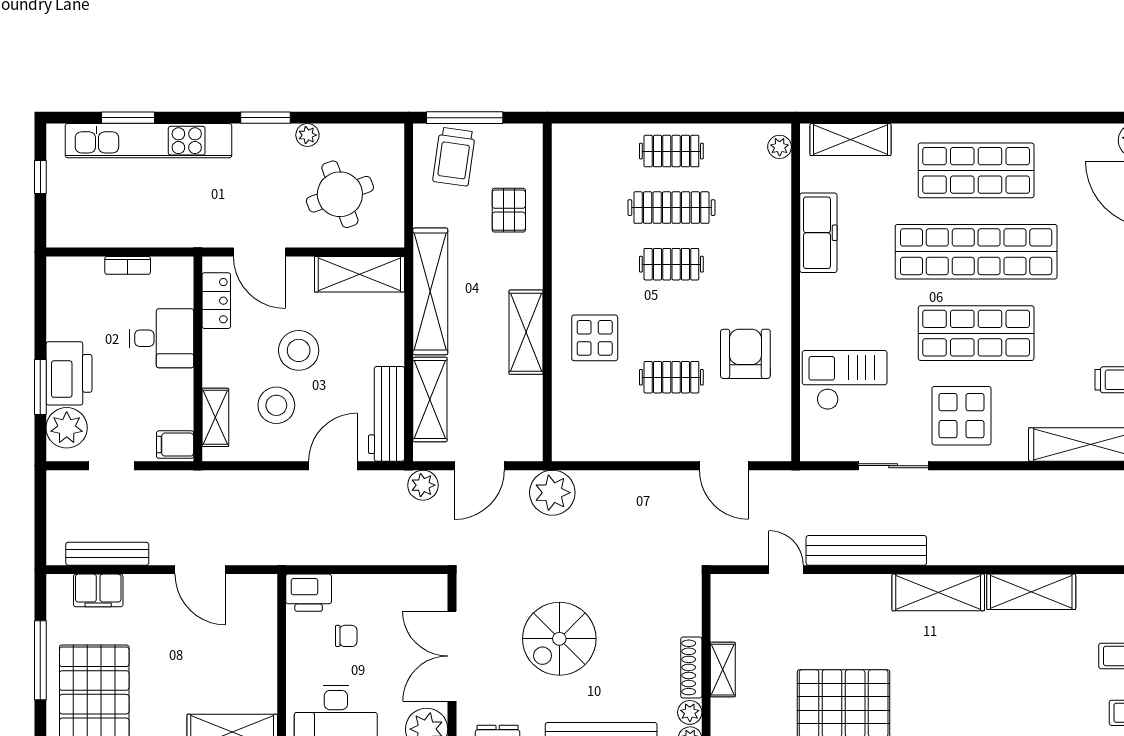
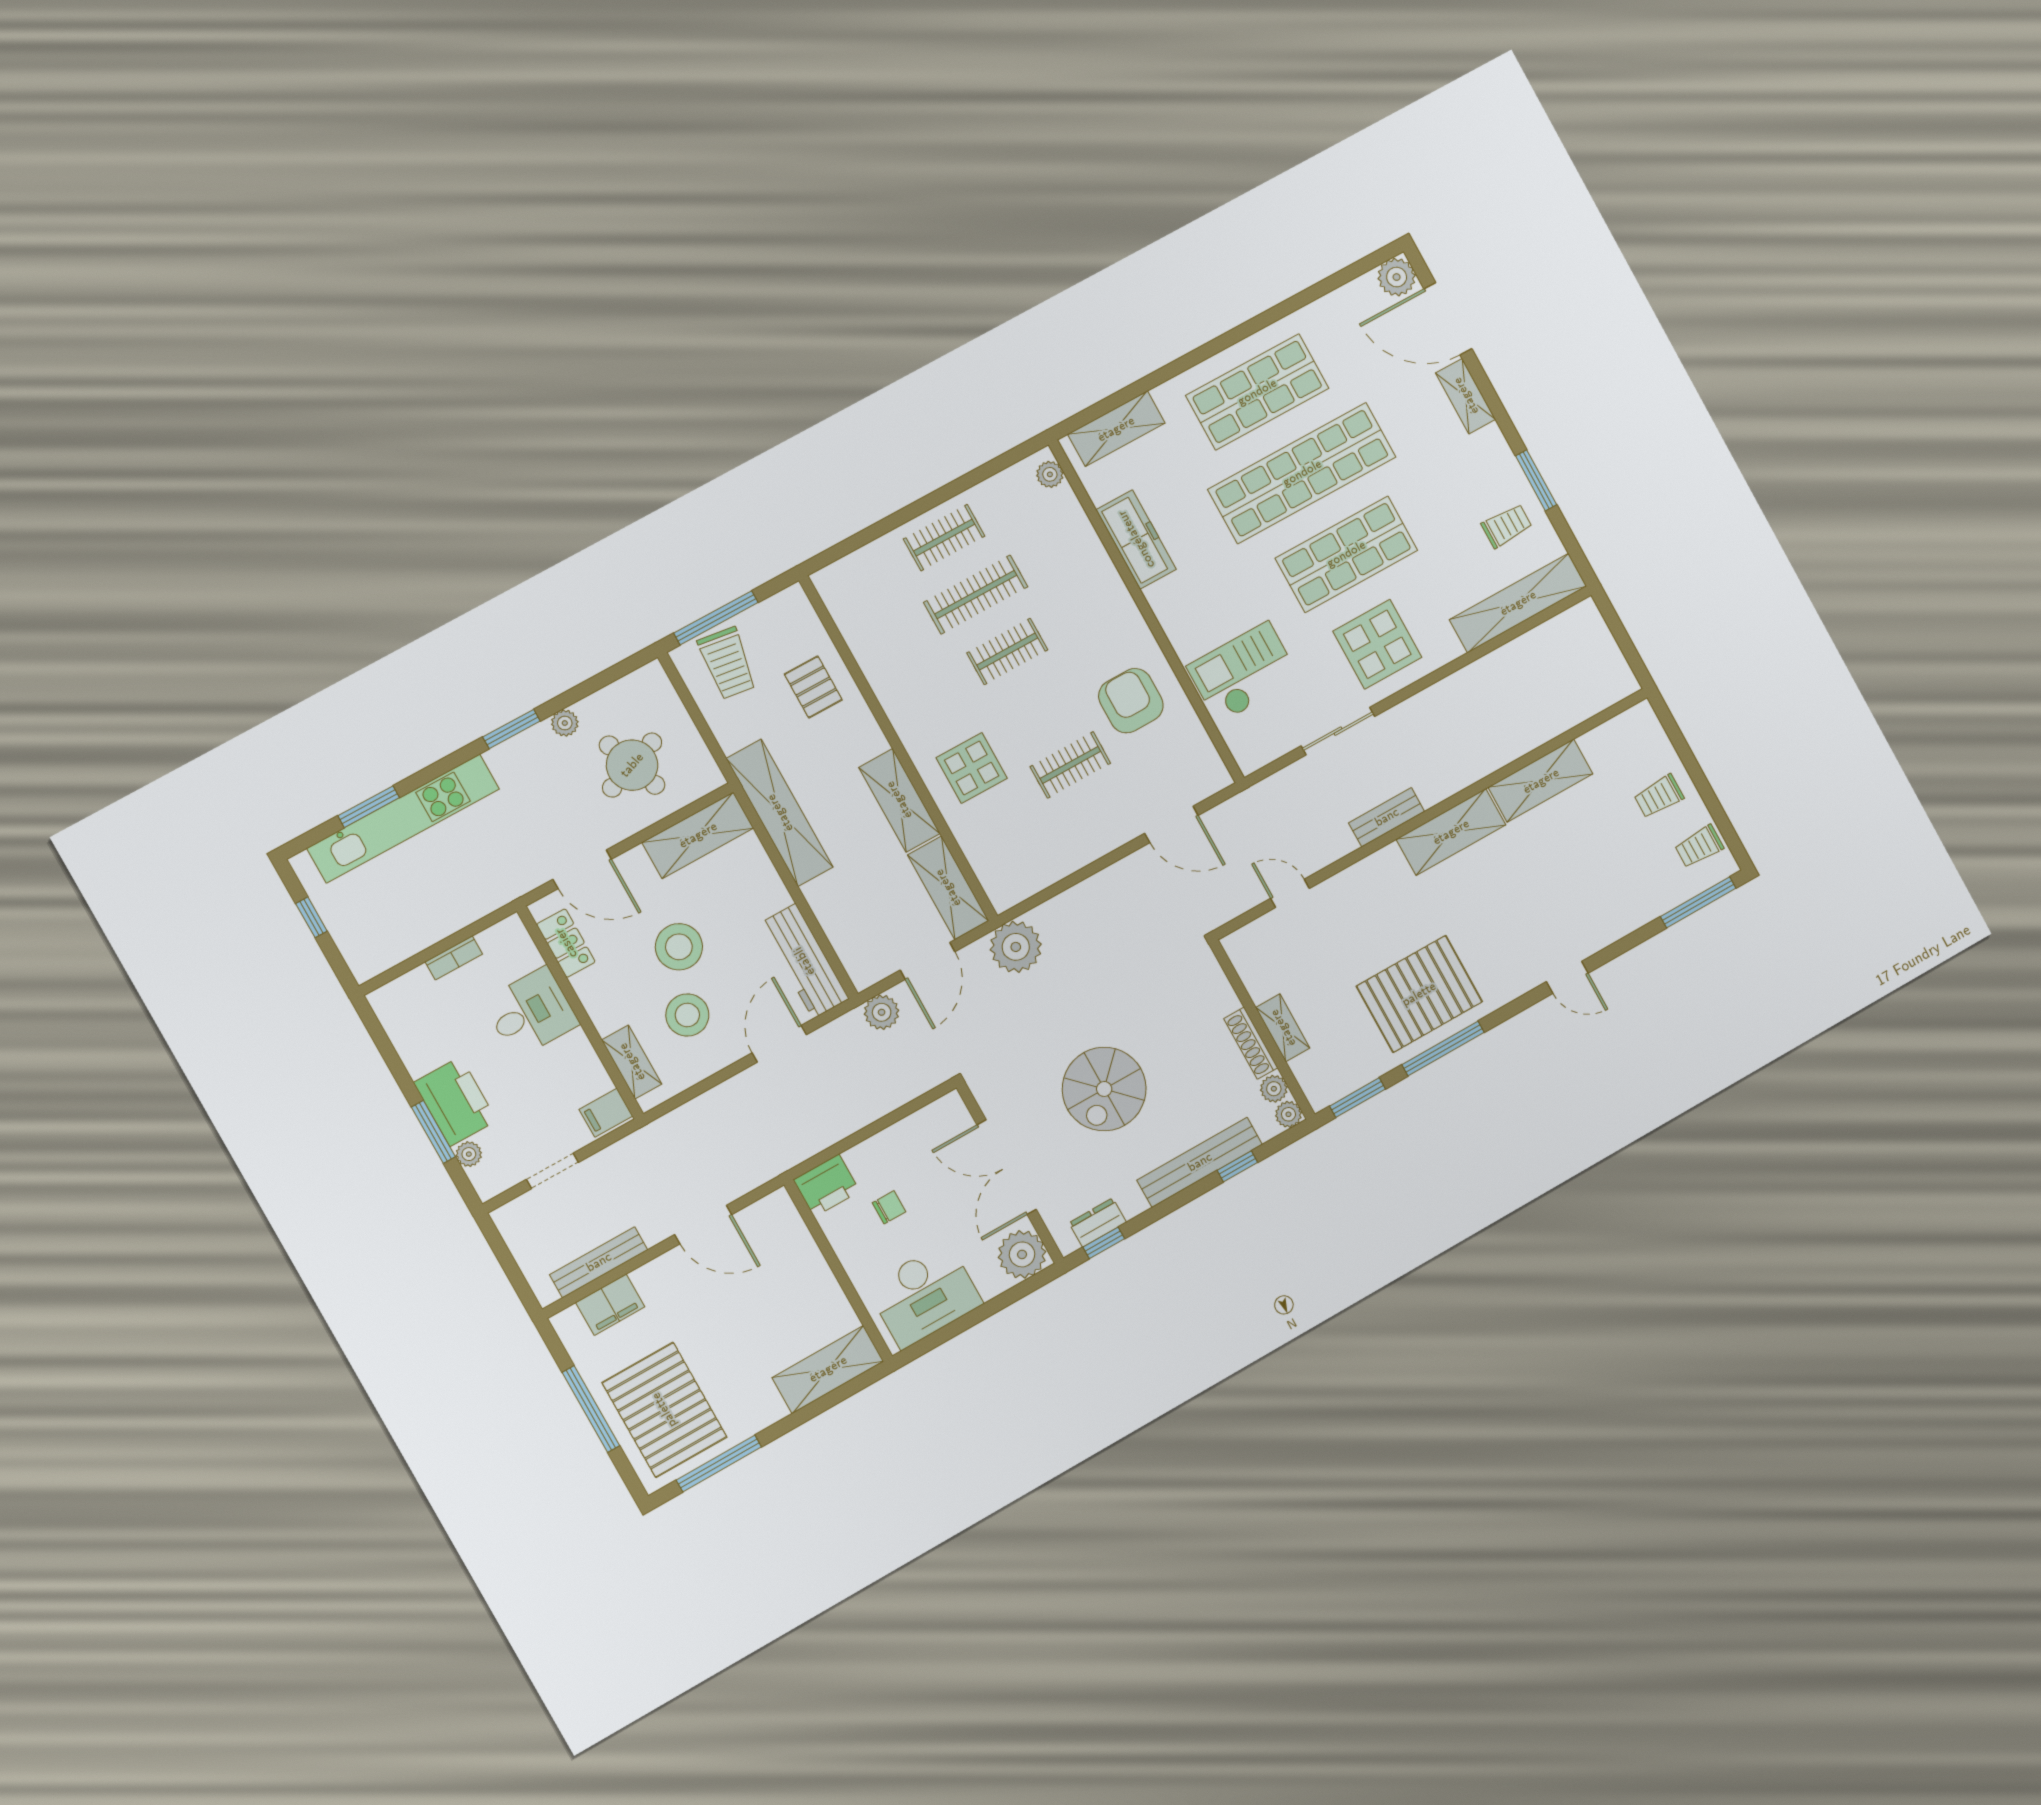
shelving: (430, 399) -> (948, 888), moved
plant: (67, 428) -> (469, 1154), width x0.53, depth x0.53
bench: (866, 550) -> (1387, 817), width x0.54, depth x0.82

